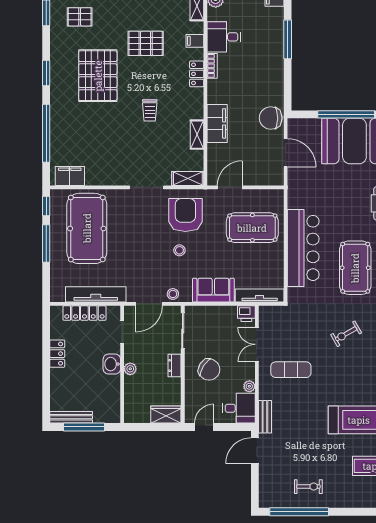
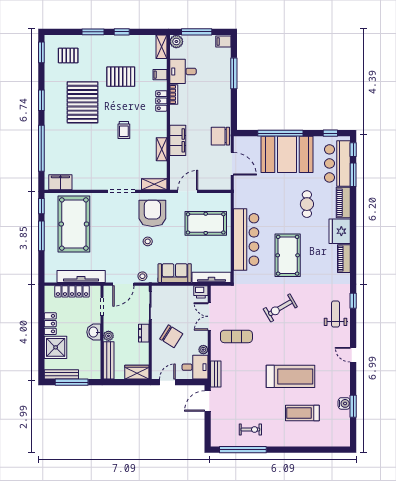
exercise bike: (346, 334) -> (280, 308), width x1.38, depth x1.39
shower: (64, 383) -> (56, 347), added
bench: (131, 400) -> (109, 360), added

